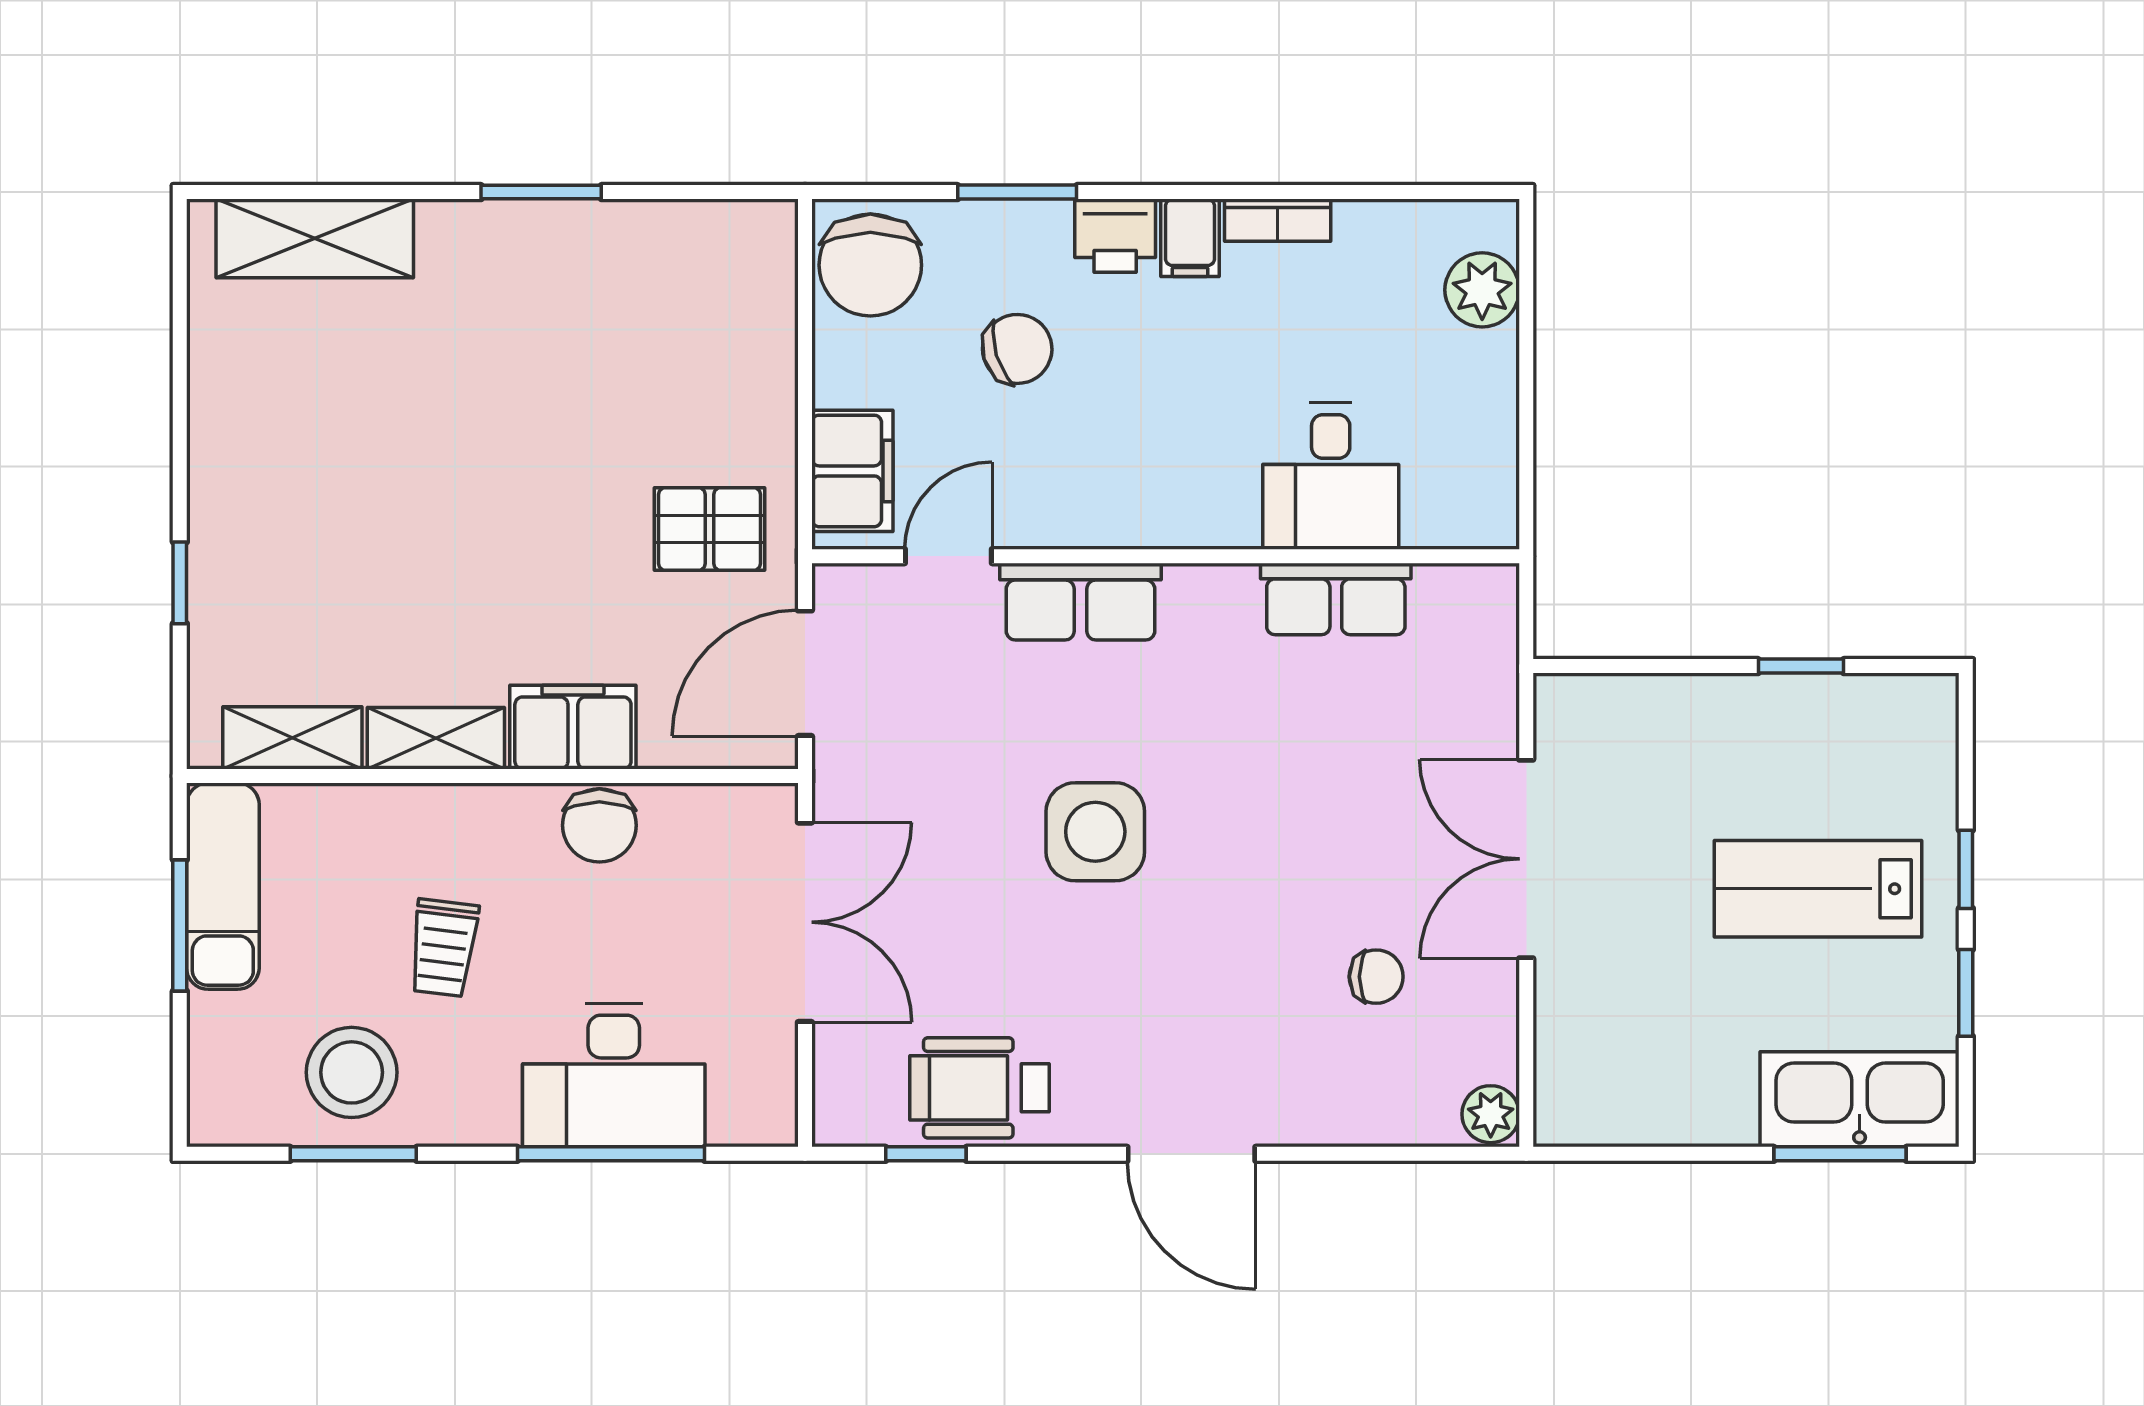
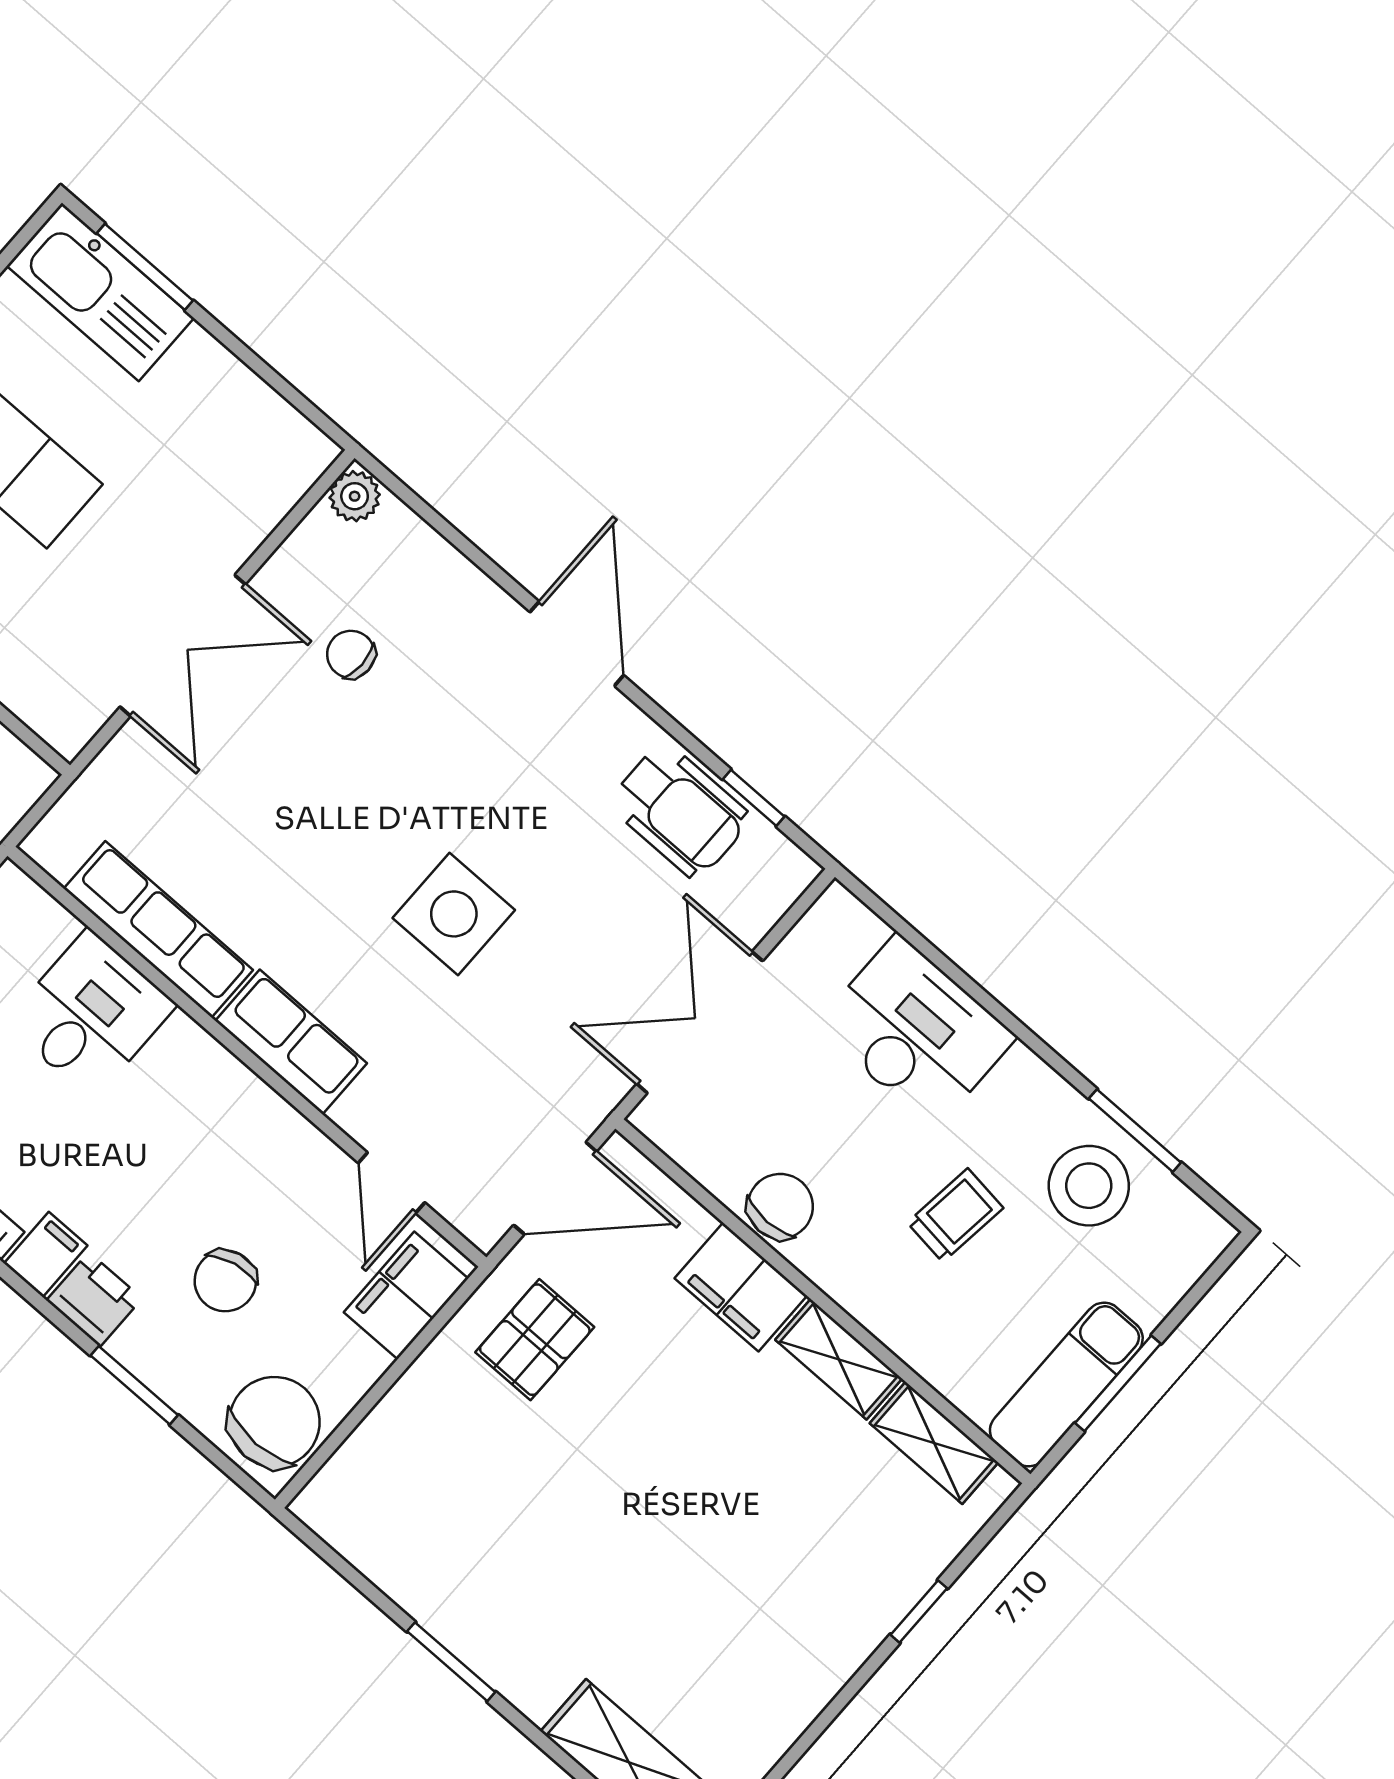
chair: (1017, 349) -> (225, 1281), turned -85
pallet: (710, 529) -> (535, 1340), turned 90
door: (948, 556) -> (392, 1183), hinge flipped
row of seats: (1336, 599) -> (158, 929), width x1.48
row of seats: (1080, 602) -> (291, 1042), moved
window: (611, 1154) -> (963, 981), removed

